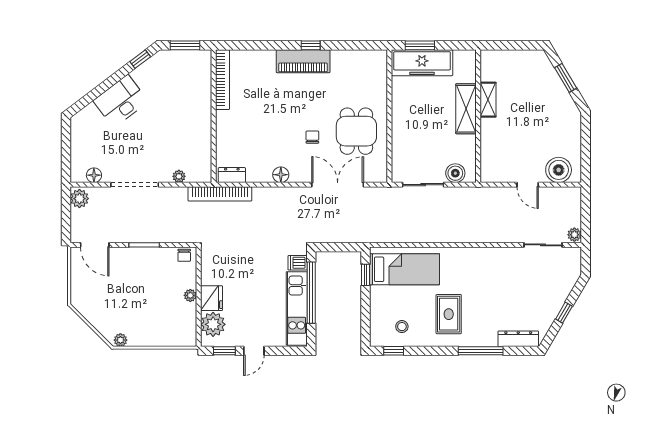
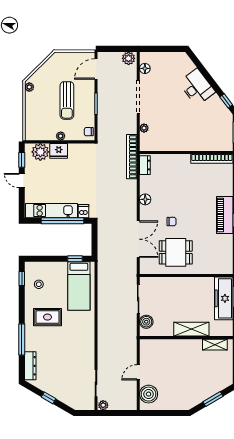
shelving: (488, 100) -> (215, 345), moved
sun lounger: (140, 286) -> (67, 100), added

